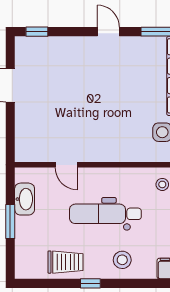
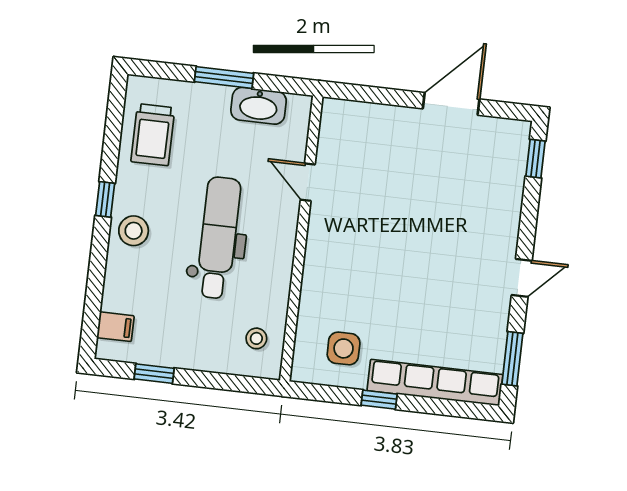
door: (66, 165) -> (308, 182), hinge flipped
stool: (122, 260) -> (134, 231), moved
trolley: (66, 262) -> (153, 135), moved

